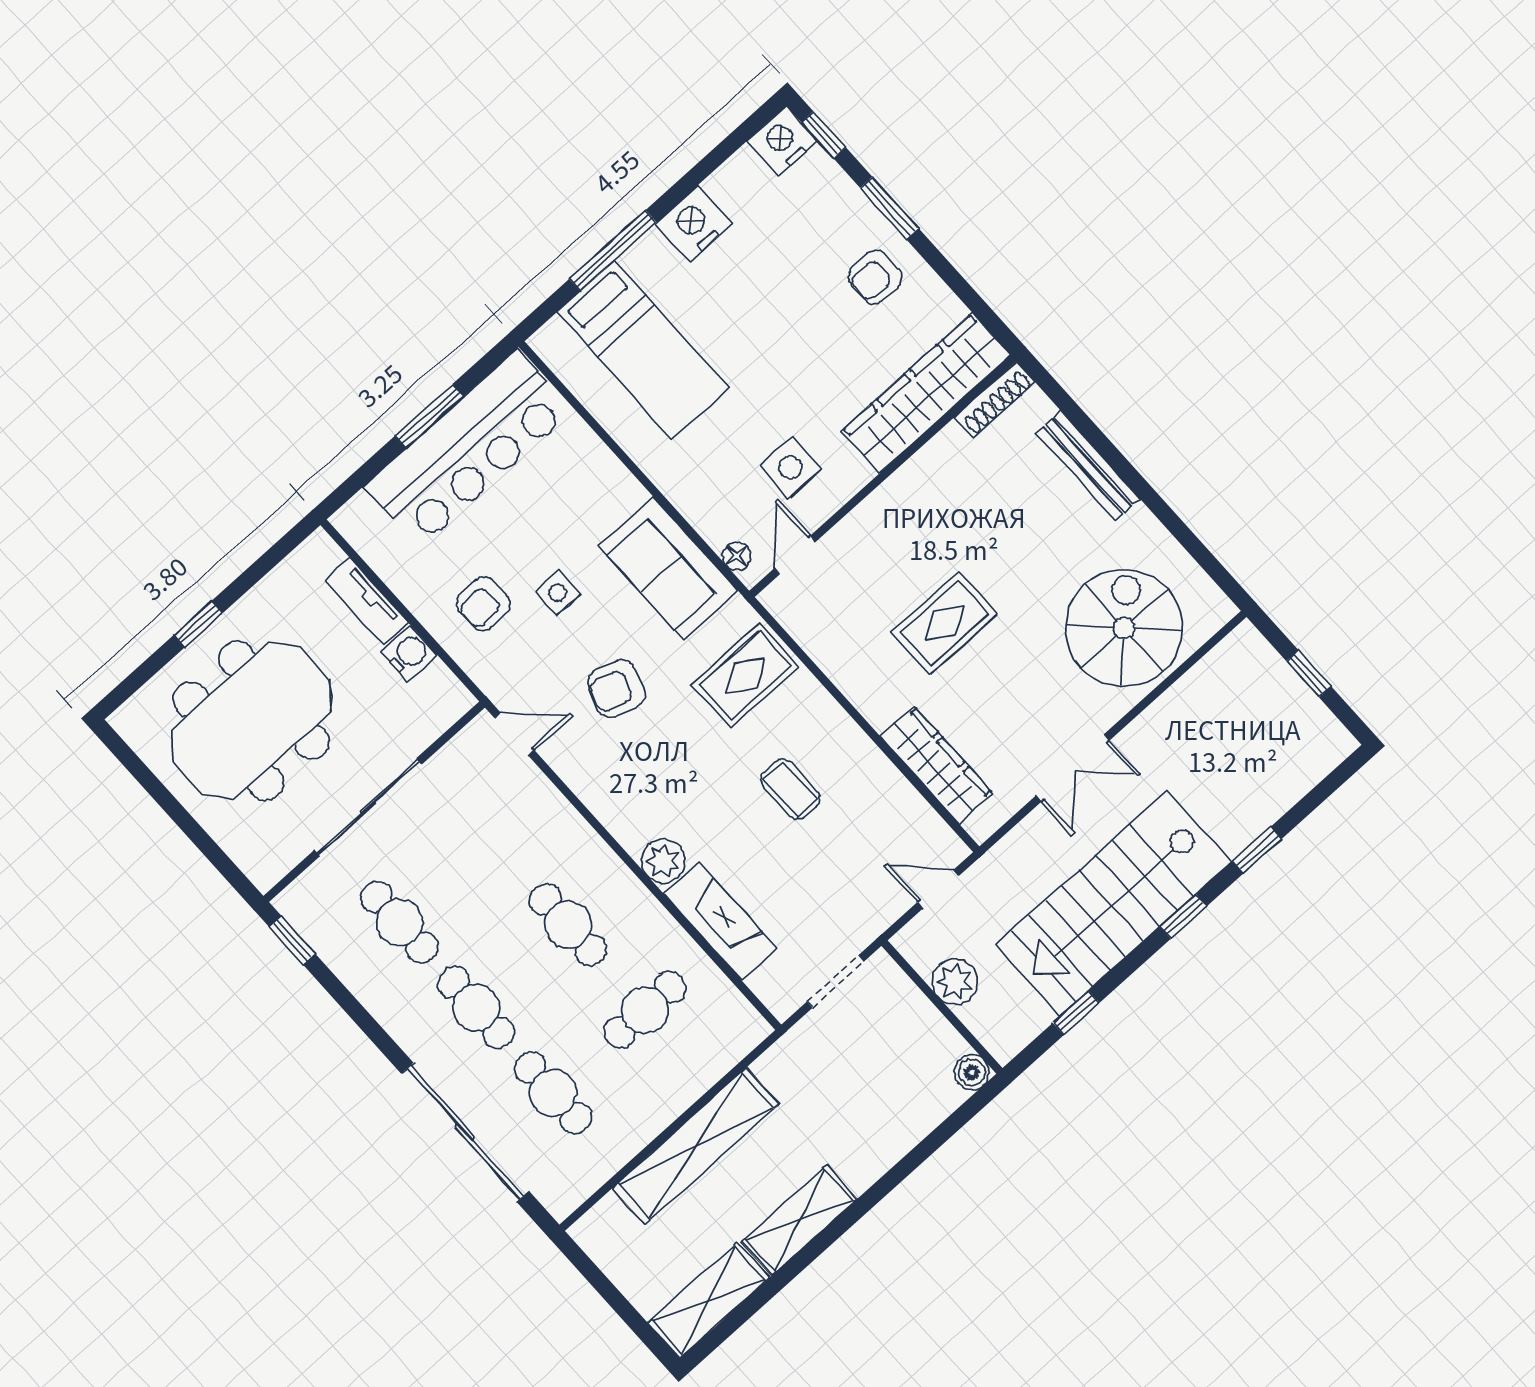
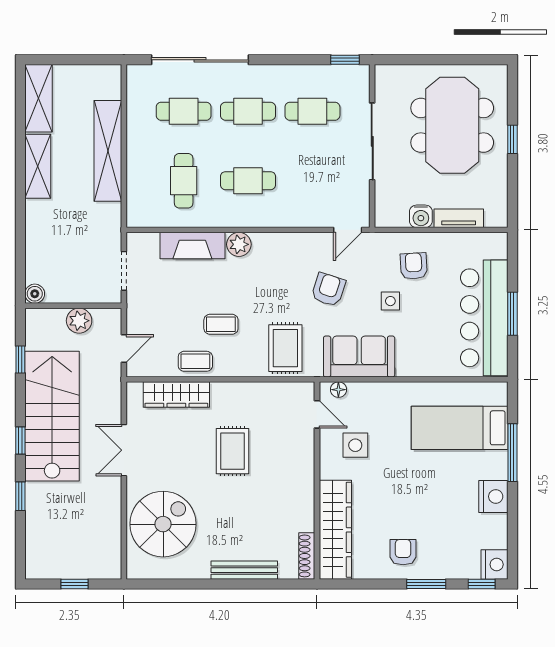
spiral stairs: (1124, 628) -> (163, 524), turned -90
coffee table: (870, 779) -> (195, 361), added

